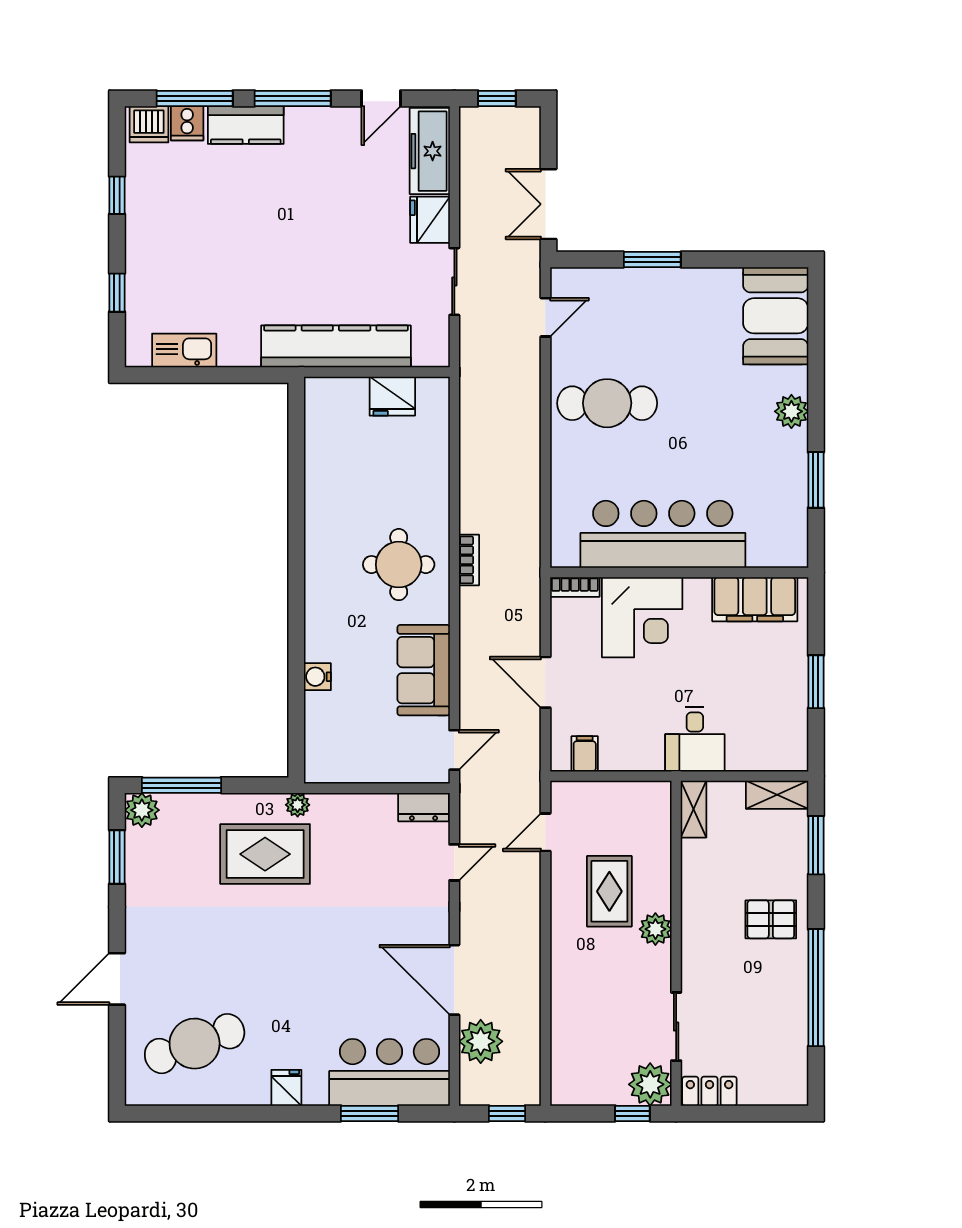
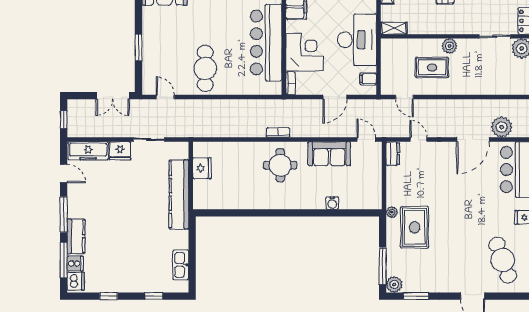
desk: (695, 739) -> (357, 40), width x1.87, depth x1.30

